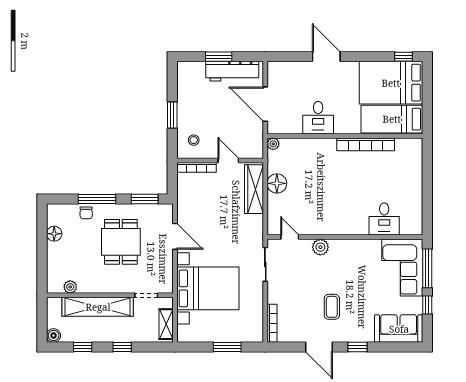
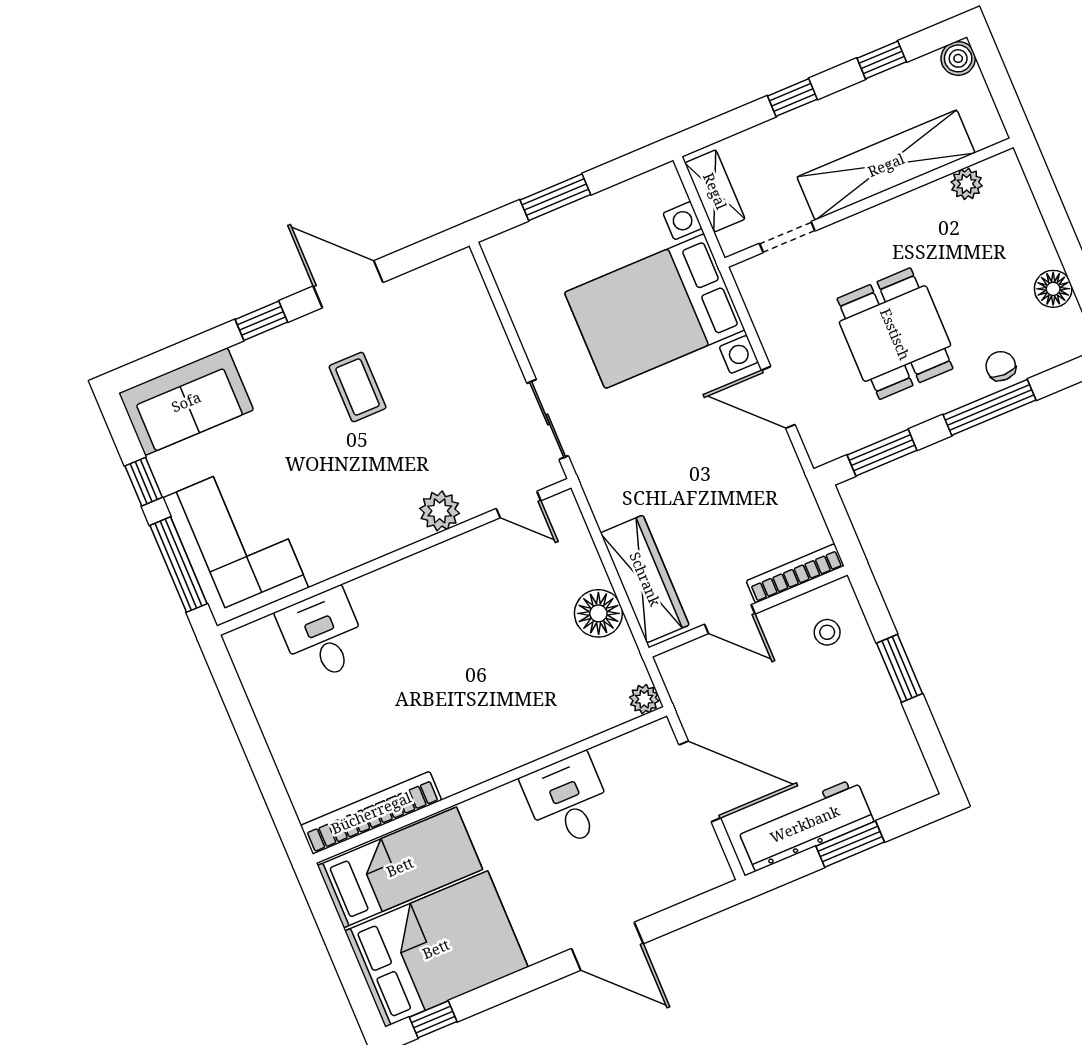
bookcase: (366, 144) -> (371, 813), moved
bookcase: (272, 323) -> (477, 293), removed

